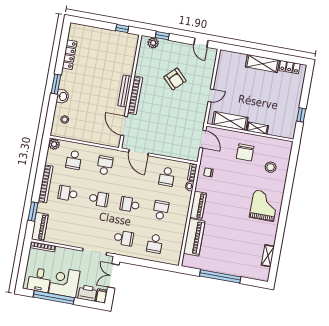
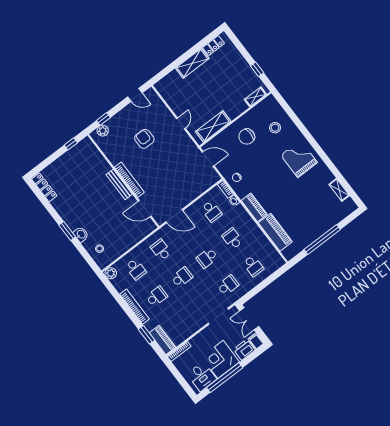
locker: (70, 55) -> (44, 187), moved
armchair: (175, 79) -> (144, 139), turned -135
shelving: (257, 128) -> (255, 97), moved
chair: (245, 152) -> (247, 137), turned 90
school desk: (68, 193) -> (157, 297), turned 180

